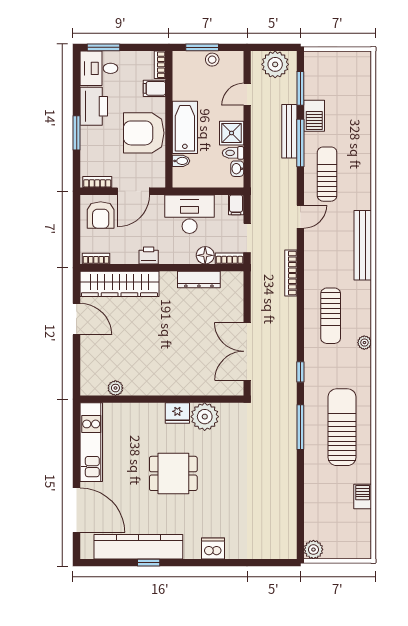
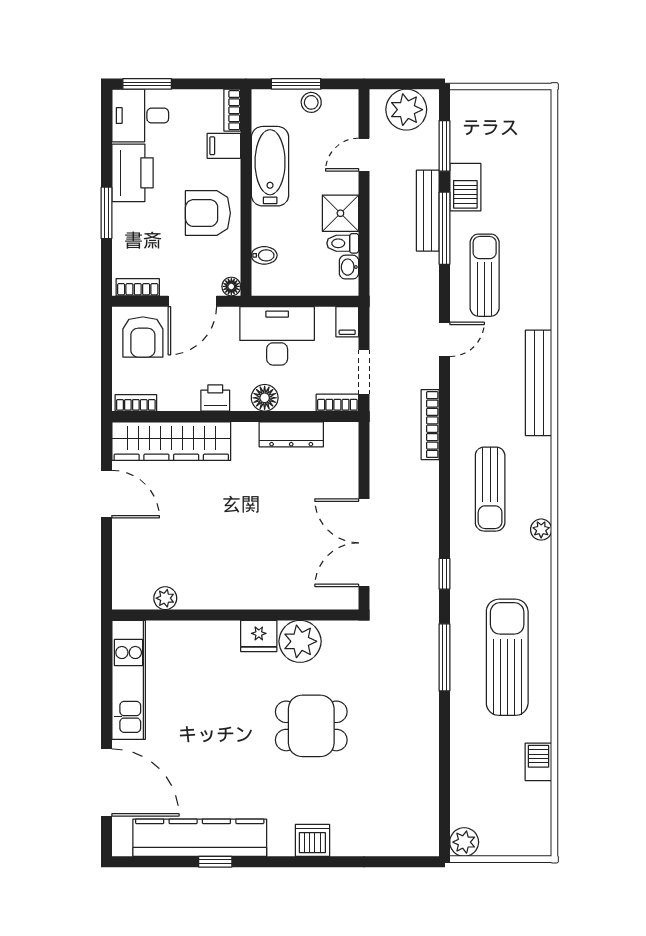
bathtub: (185, 127) -> (270, 166), moved
armchair: (144, 133) -> (208, 213), width x0.73, depth x0.73
floor lamp: (159, 182) -> (231, 286), added
floor lamp: (205, 255) -> (265, 398), moved
dining table: (173, 473) -> (311, 726), moved

